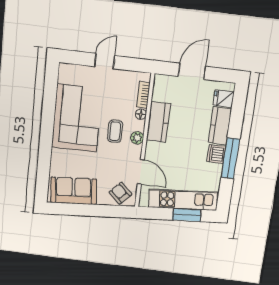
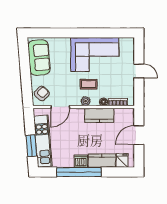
door: (192, 71) -> (139, 135), swing flipped
window: (230, 158) -> (79, 172), width x1.46

